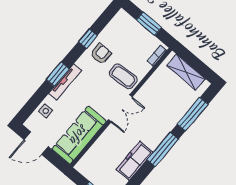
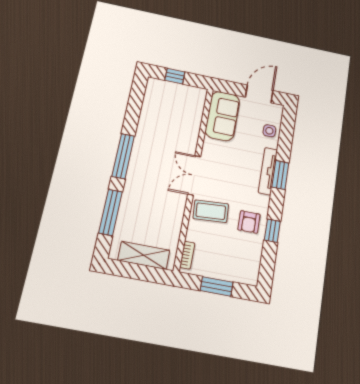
sofa: (79, 135) -> (222, 116), width x0.73
freezer: (135, 161) -> (147, 128), removed

